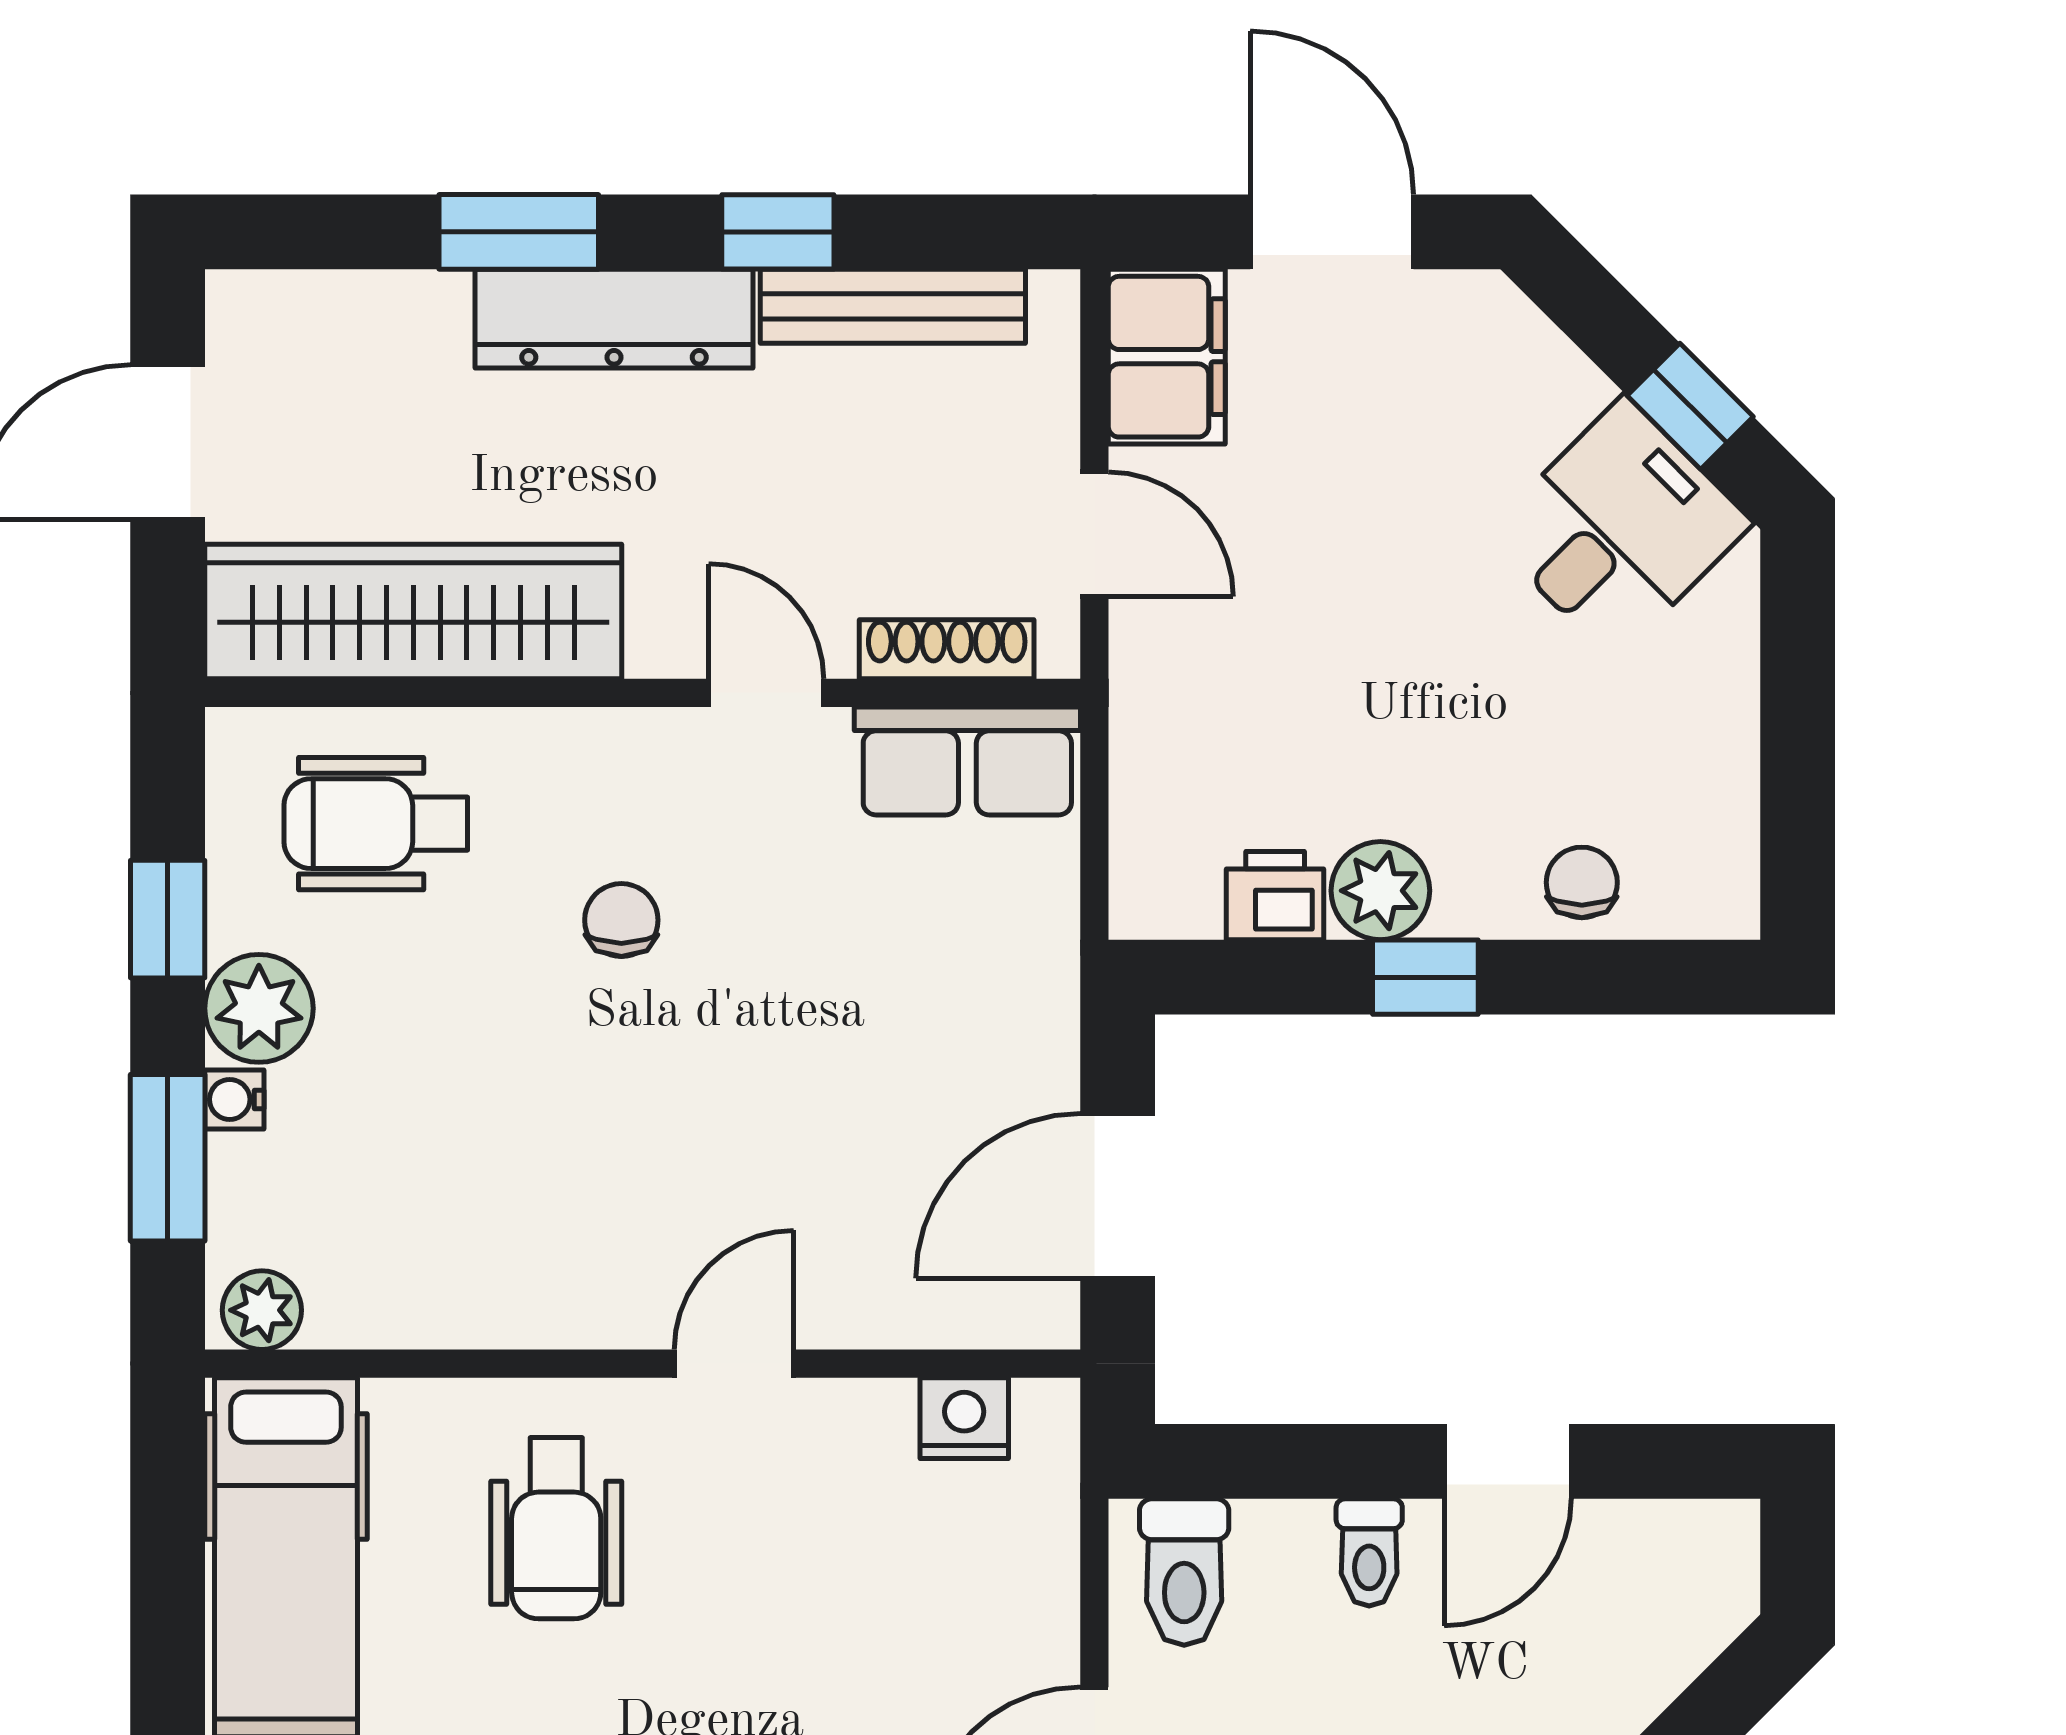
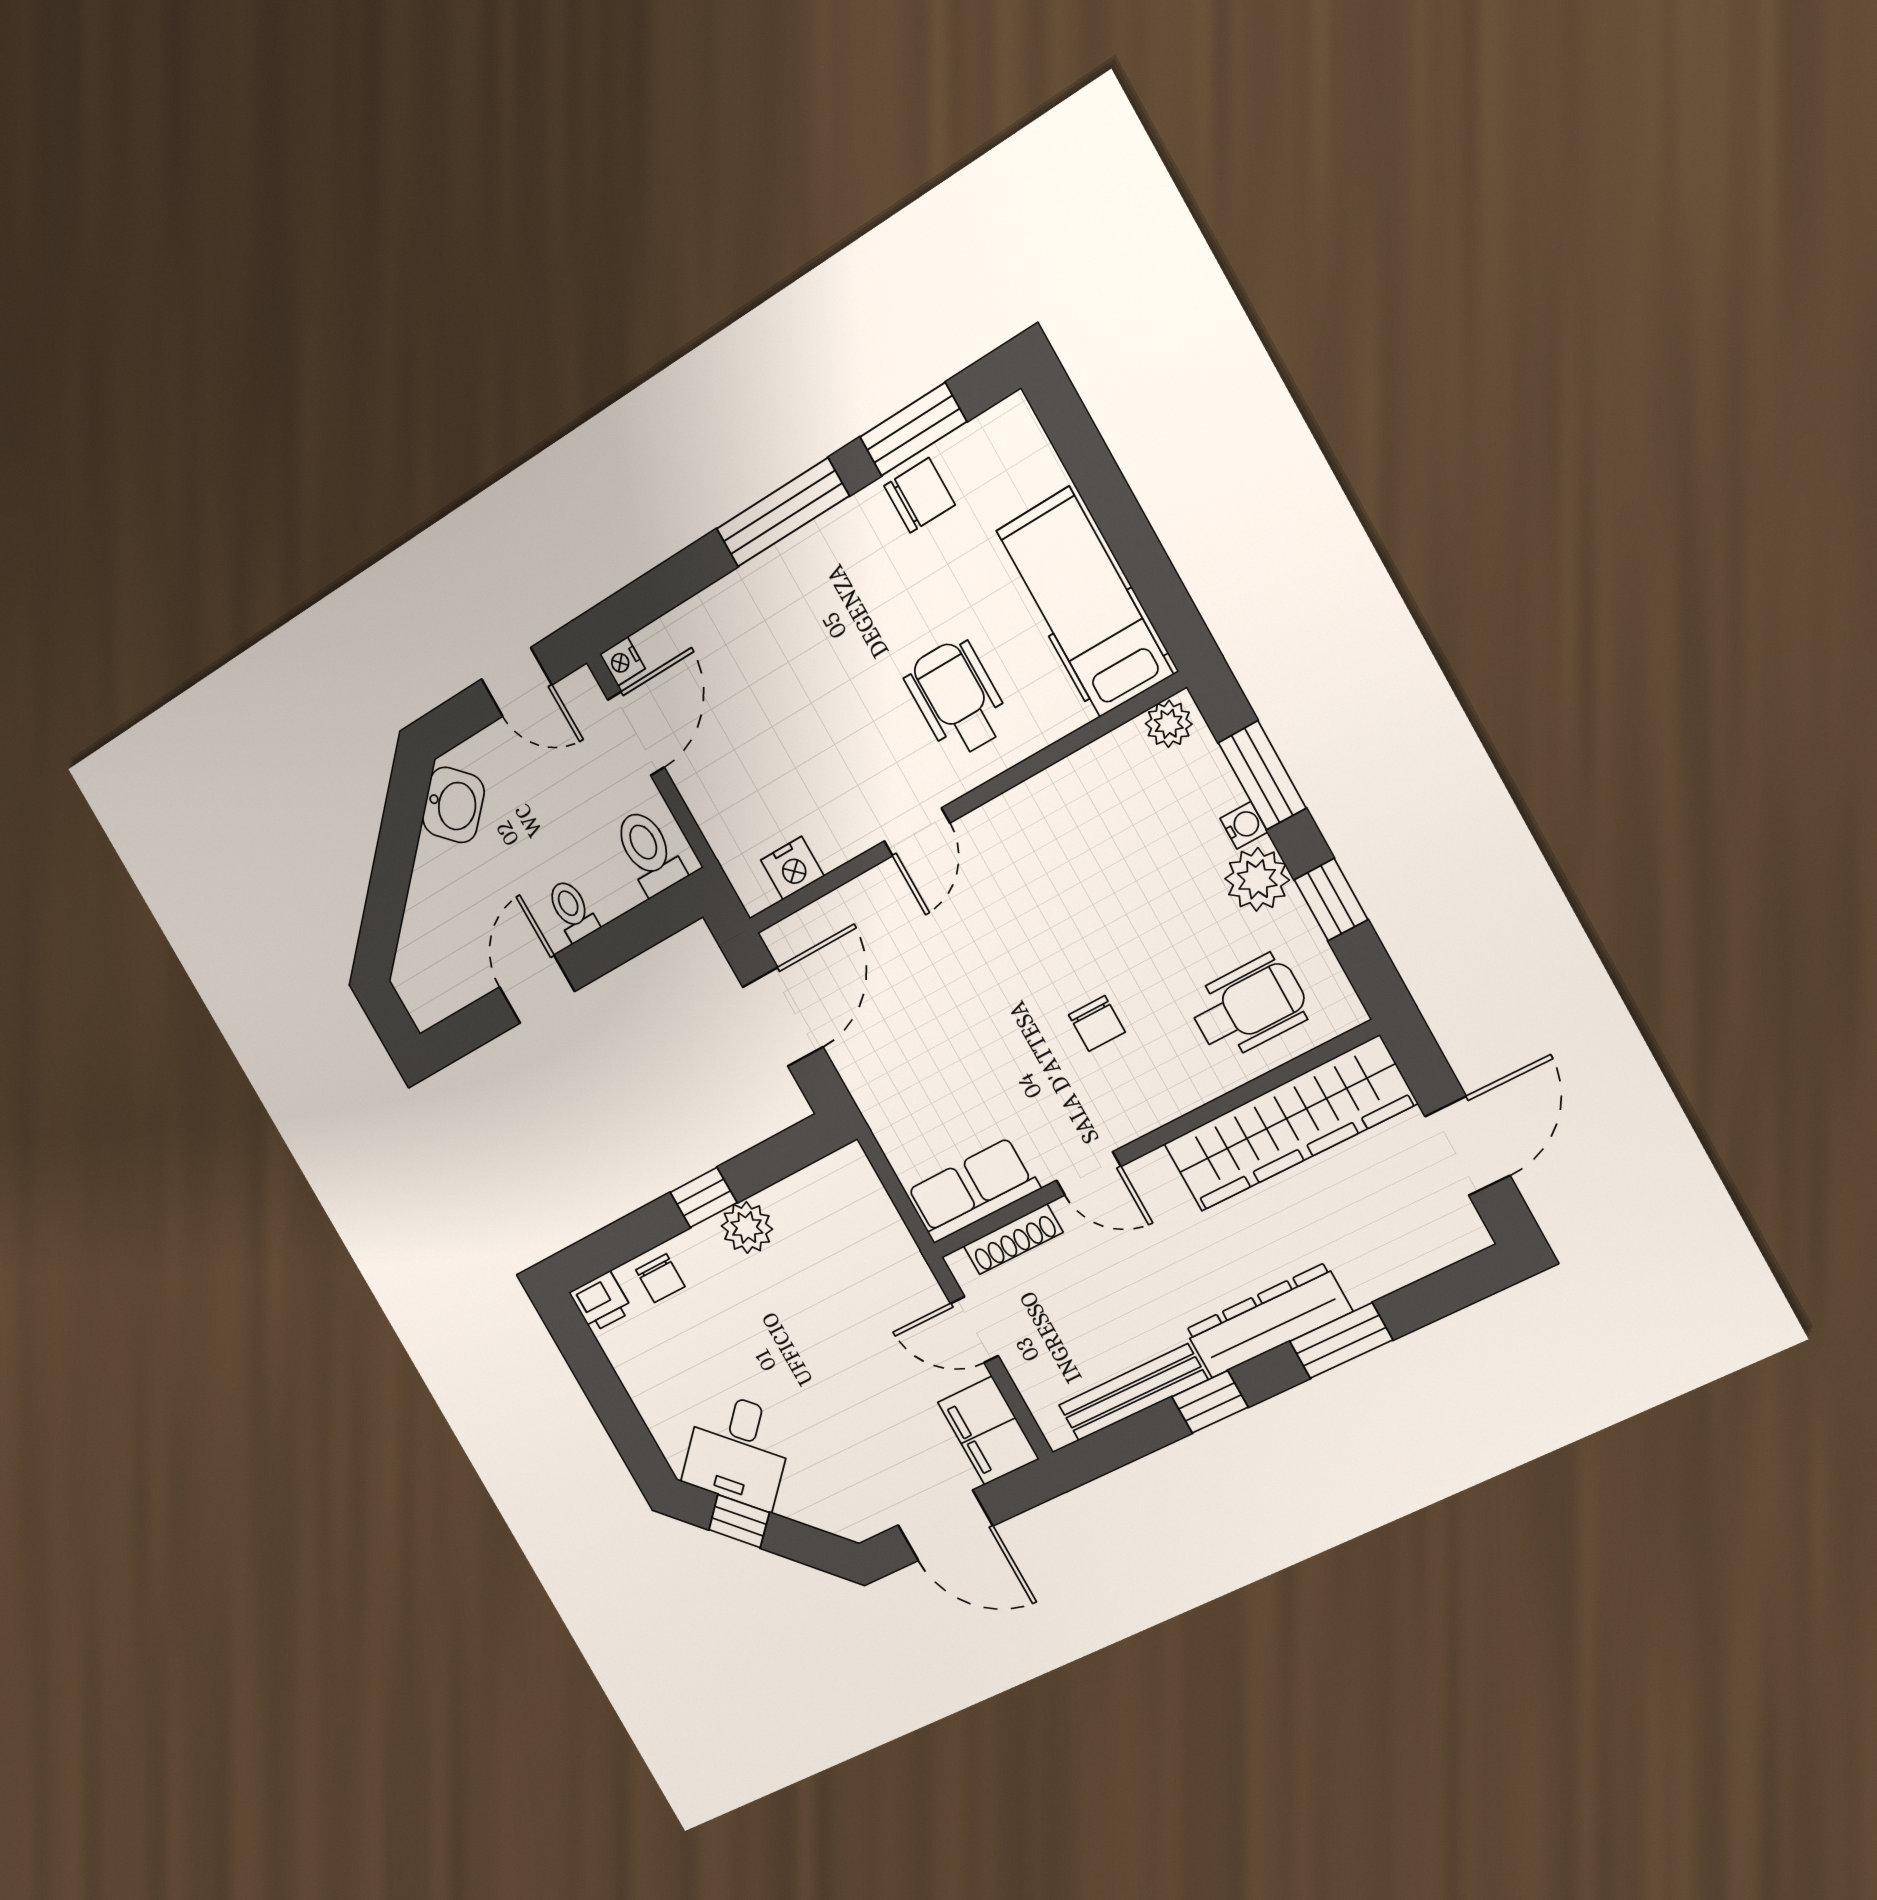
printer: (1275, 896) -> (601, 1302), moved

